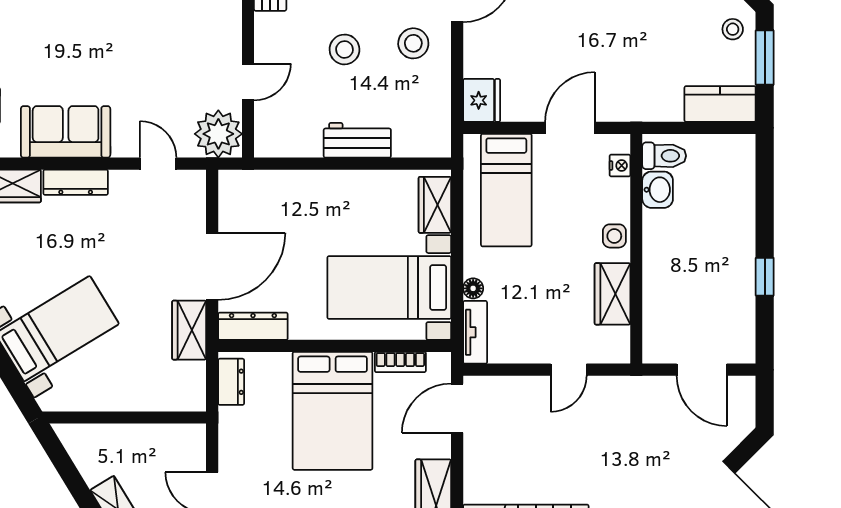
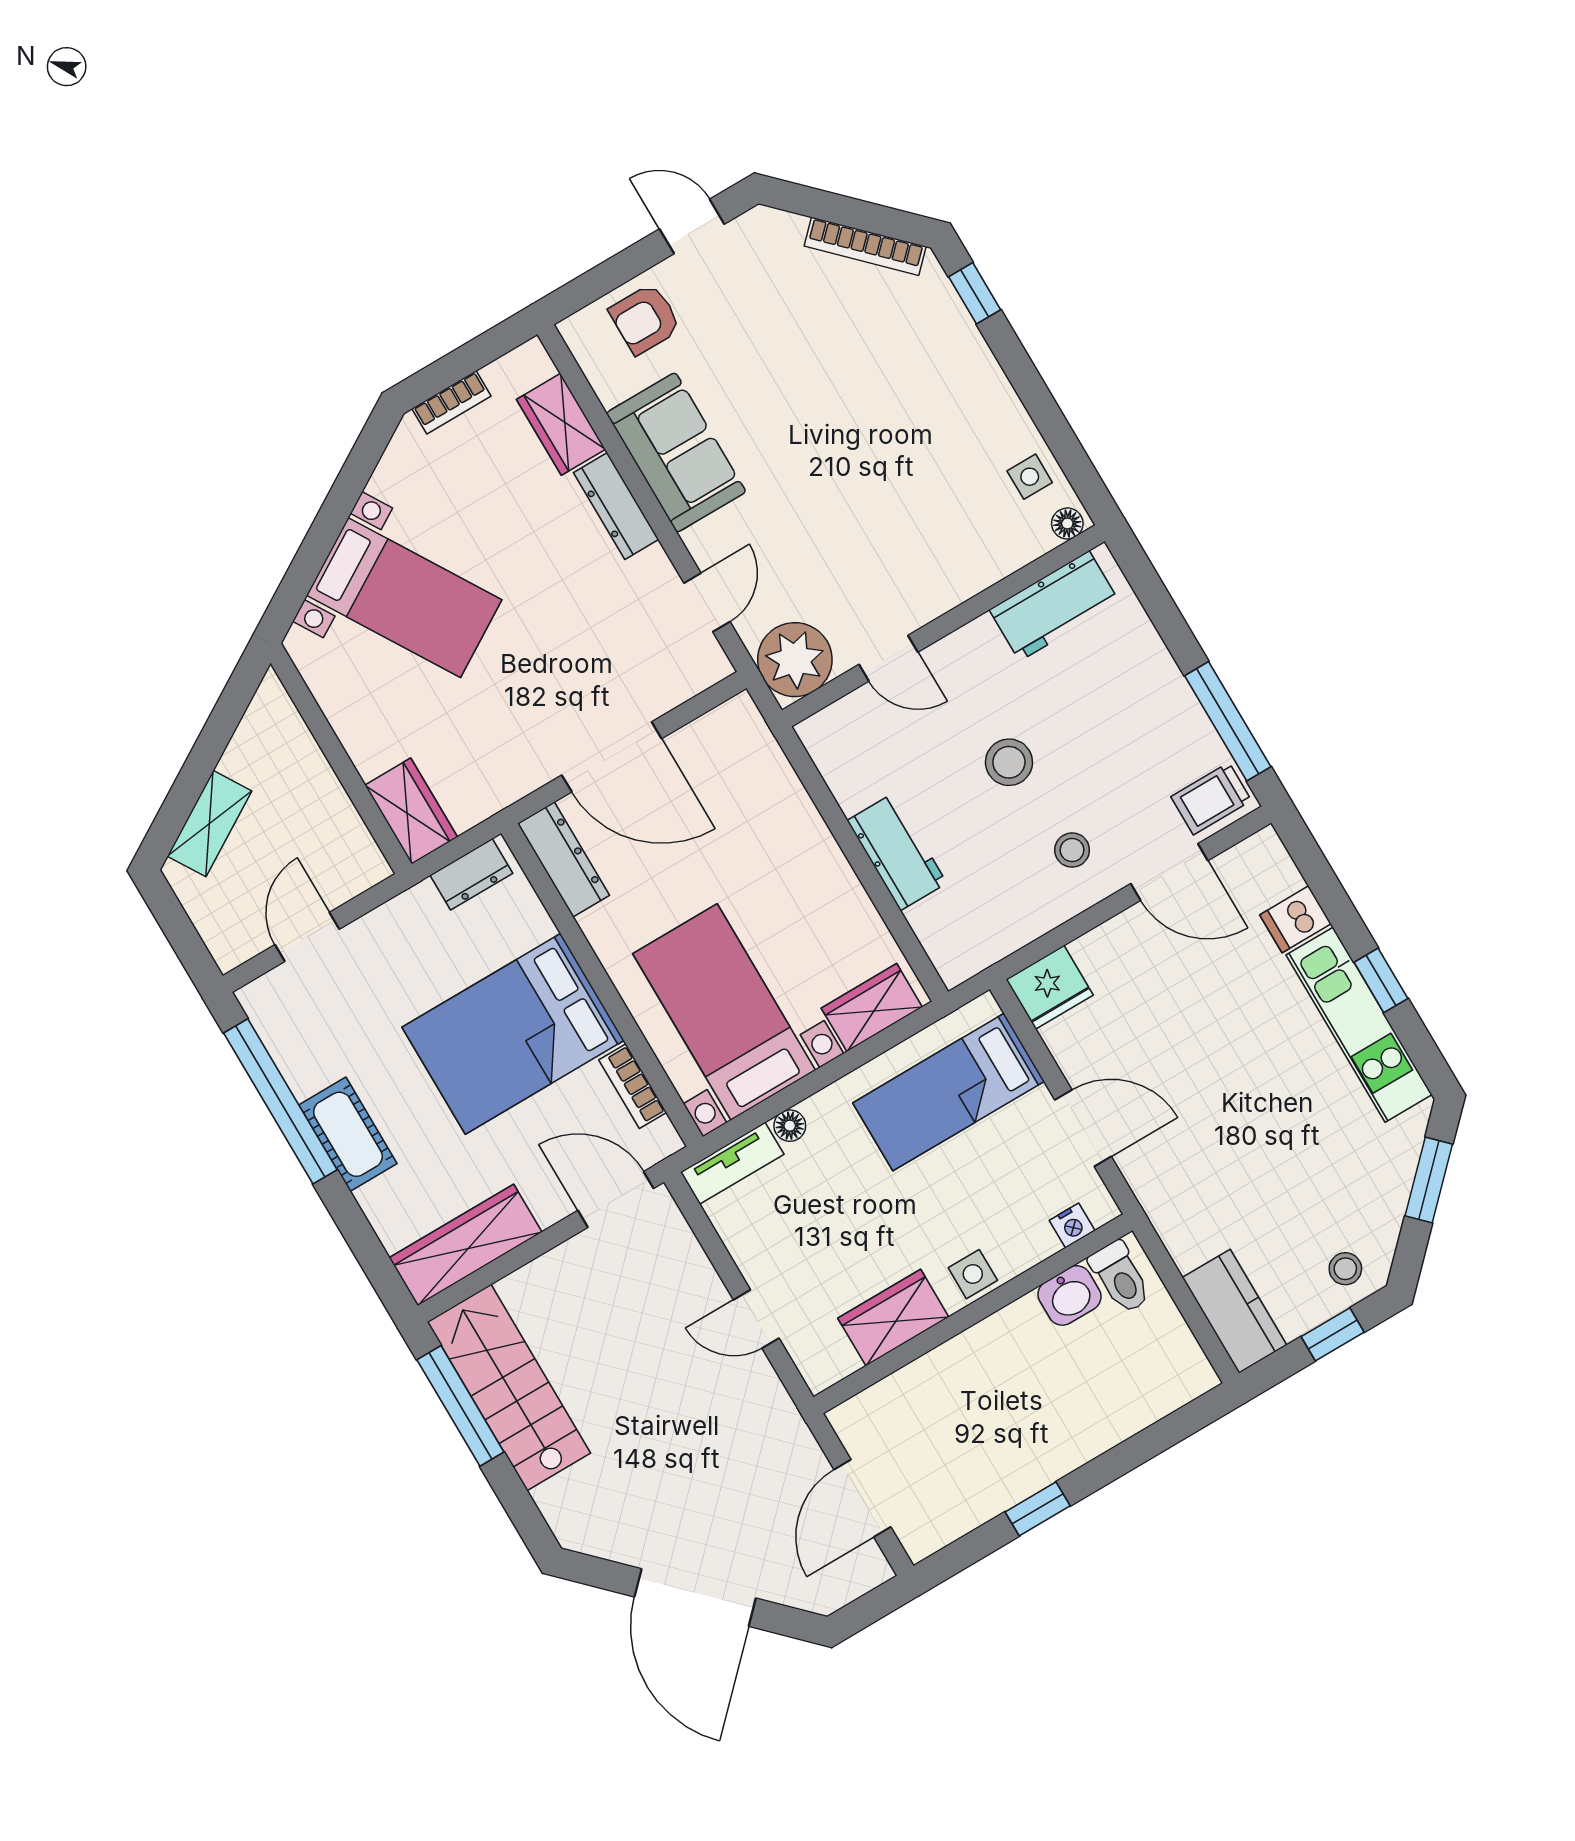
stool: (413, 43) -> (1072, 850), width x0.73, depth x0.73
window: (765, 58) -> (1333, 1334), width x0.67
wardrobe: (189, 330) -> (411, 811), moved, turned 90

